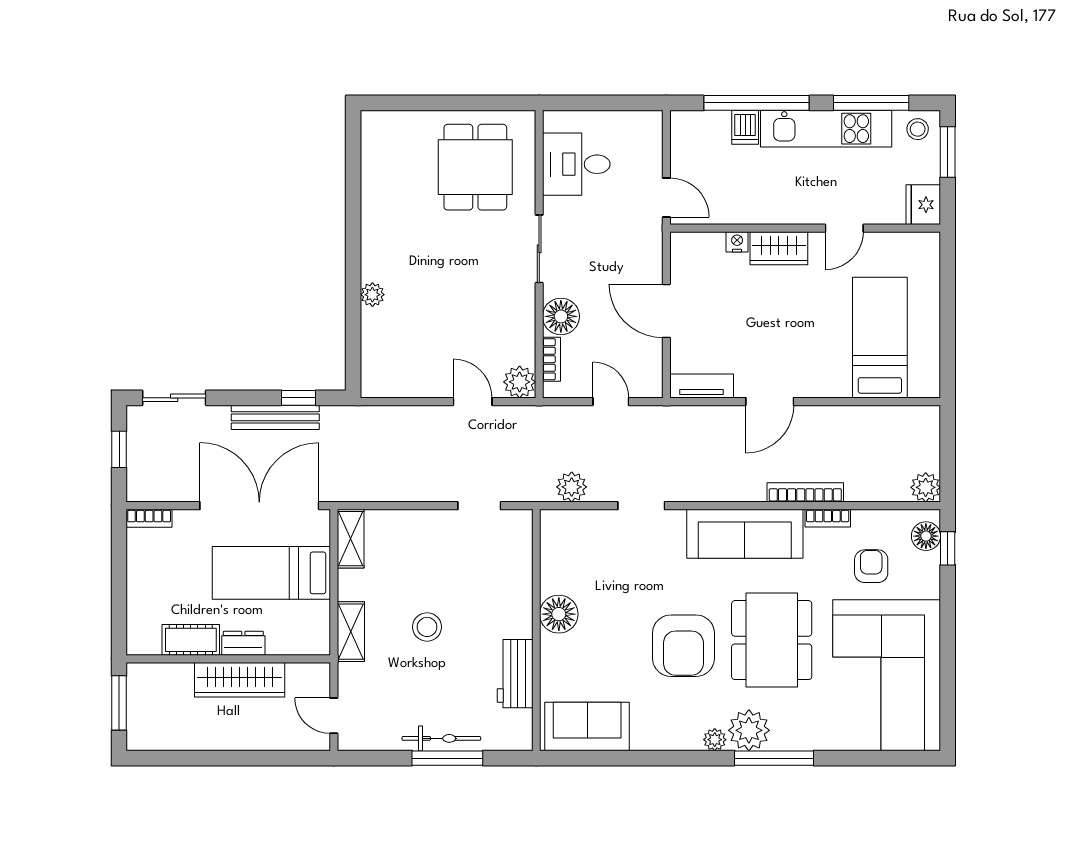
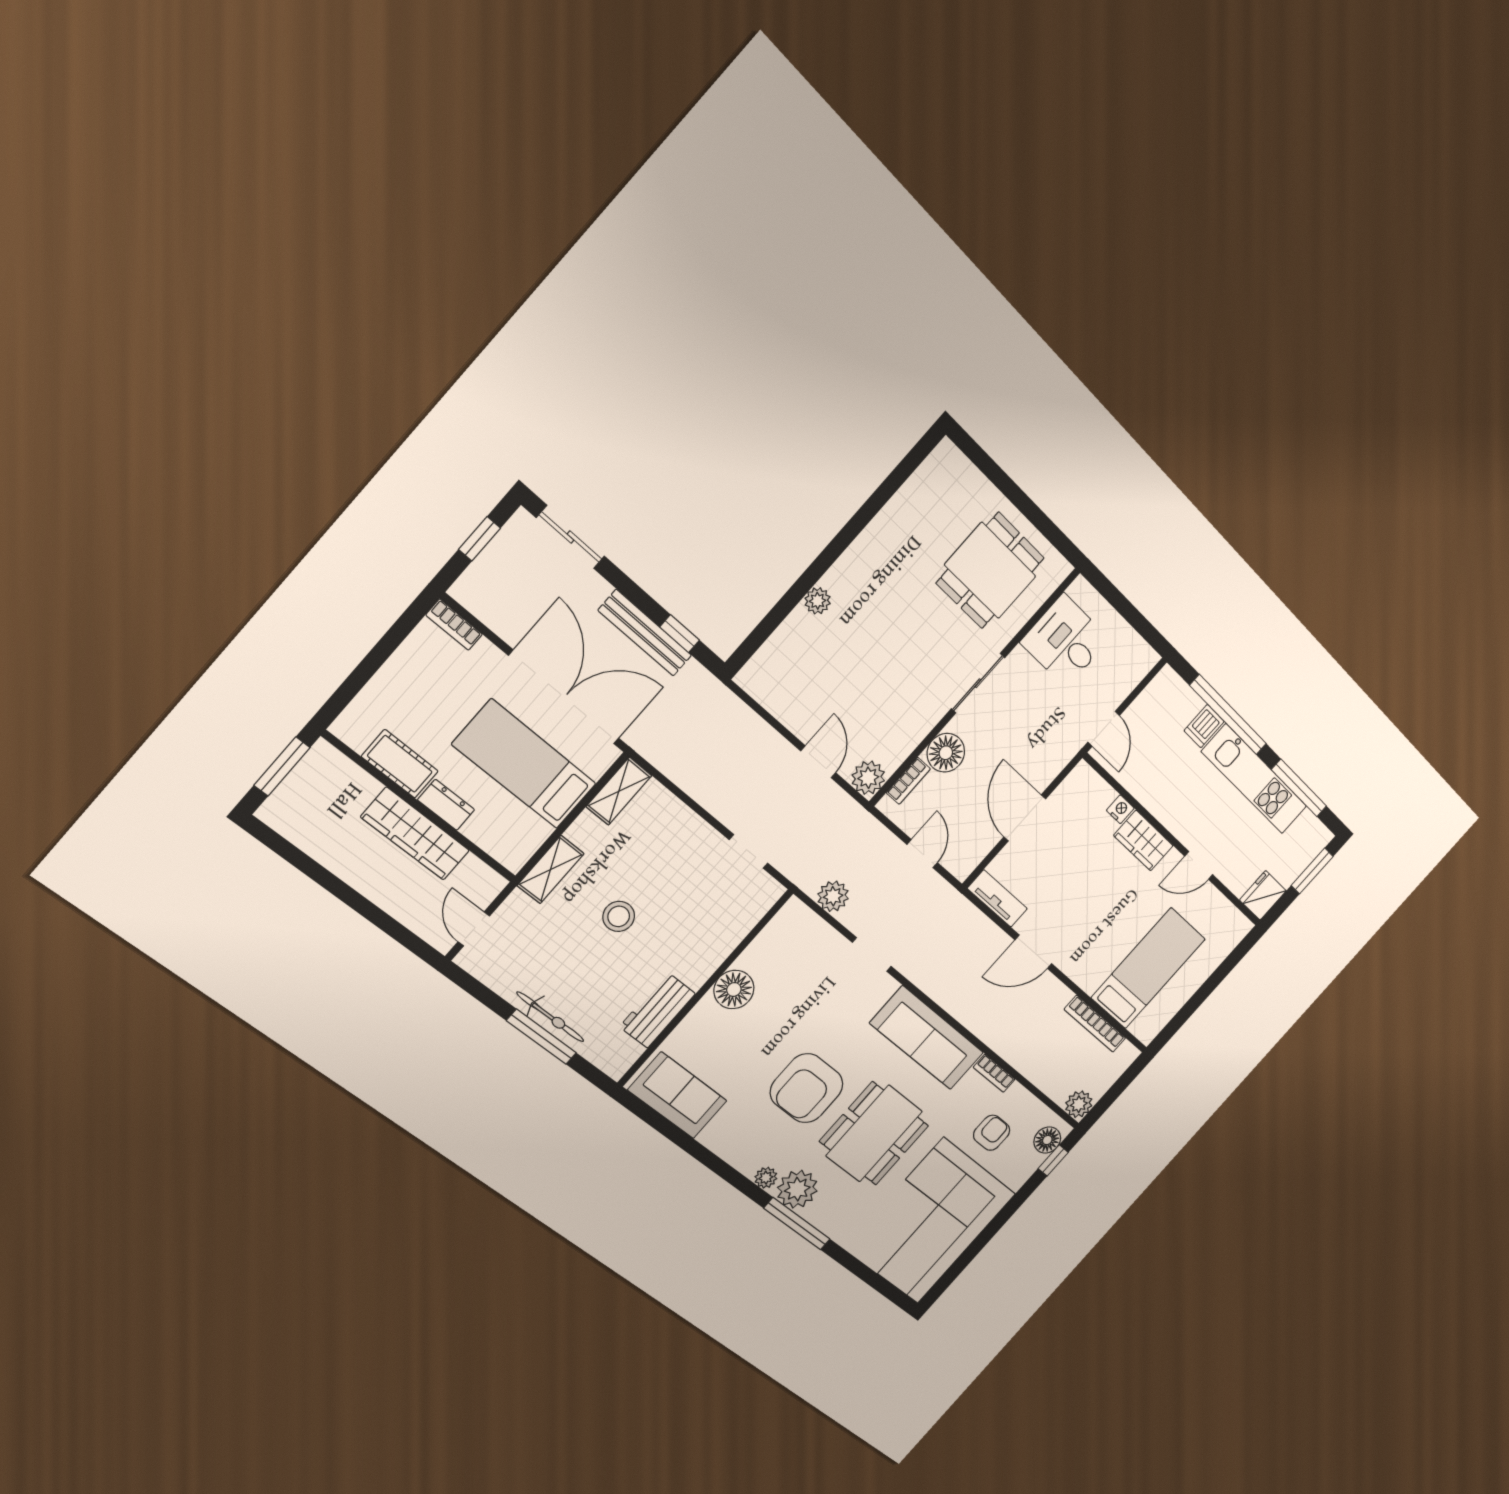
stool: (918, 129) -> (1309, 836), removed
bookcase: (805, 492) -> (1095, 1024), moved, turned 180

